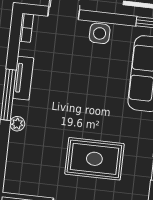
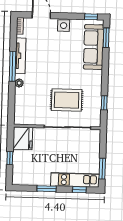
tv unit: (23, 78) -> (20, 56), width x1.41

